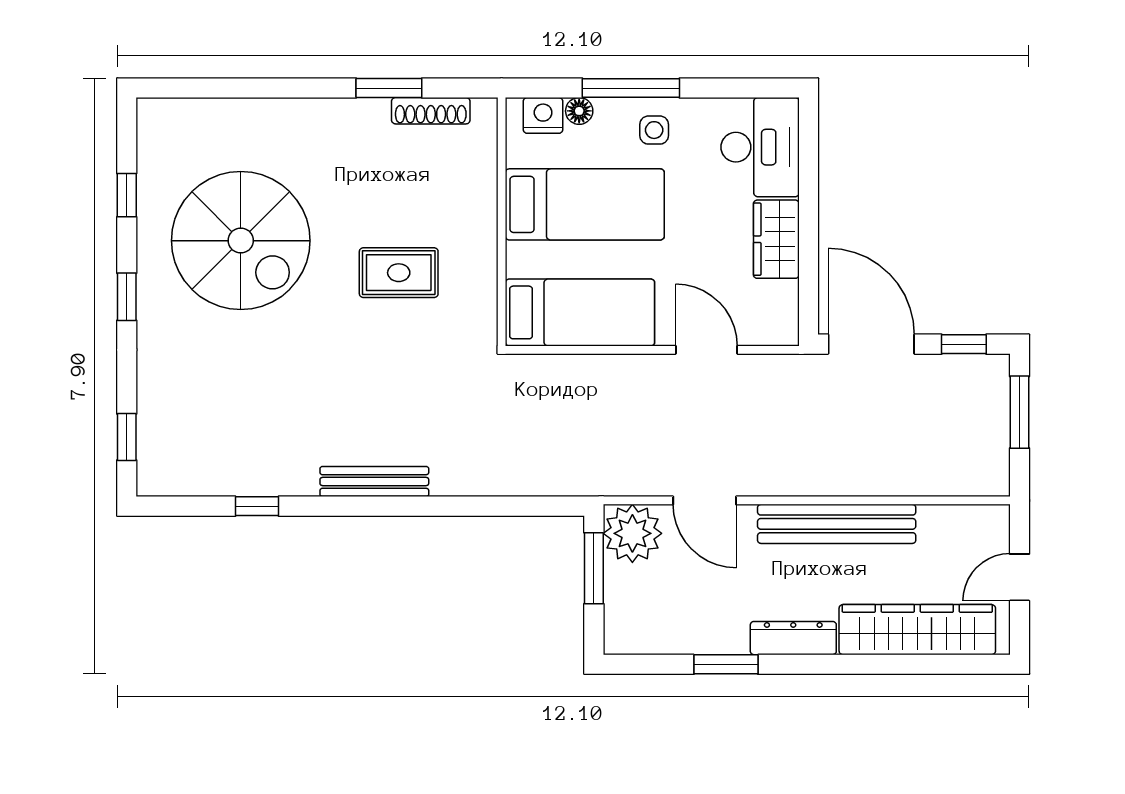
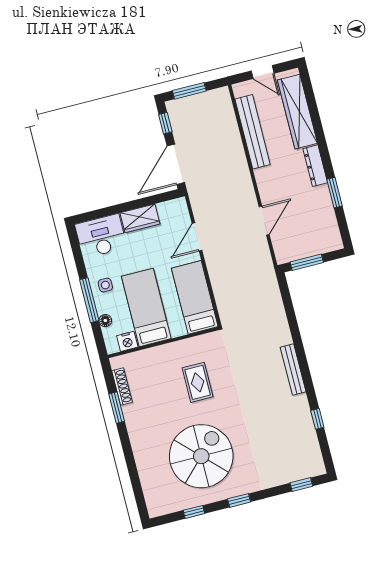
nightstand: (543, 115) -> (127, 341), moved, turned -90
bench: (837, 524) -> (253, 132), moved
plant: (632, 533) -> (287, 249), removed

